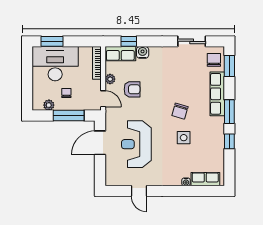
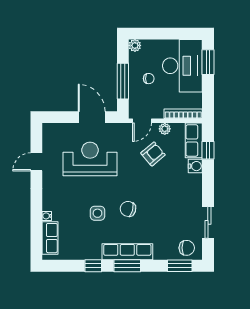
armchair: (132, 89) -> (153, 154), turned -130
row of seats: (217, 94) -> (127, 252), moved
plant: (49, 105) -> (135, 45), moved

